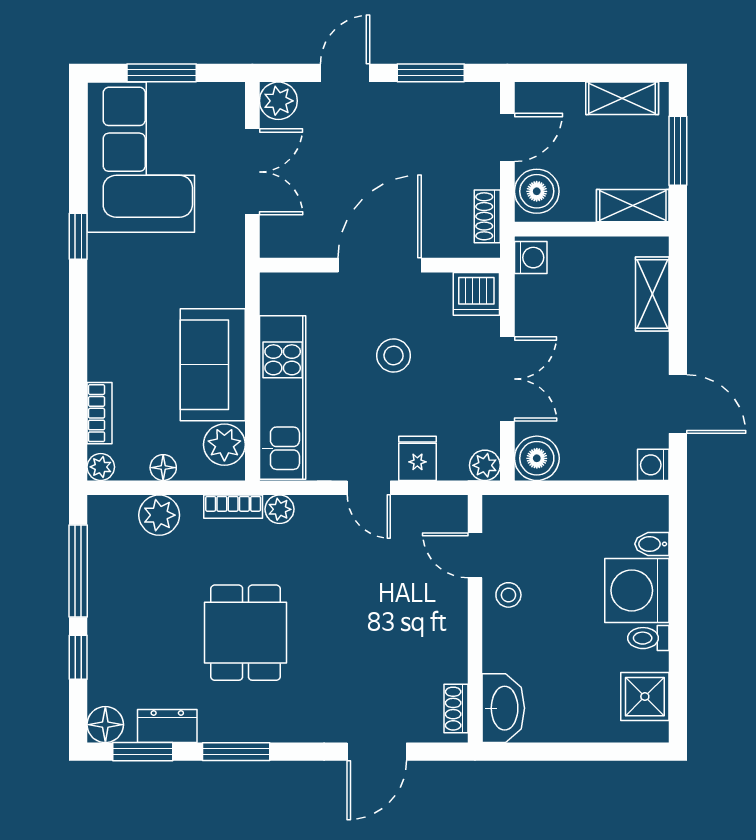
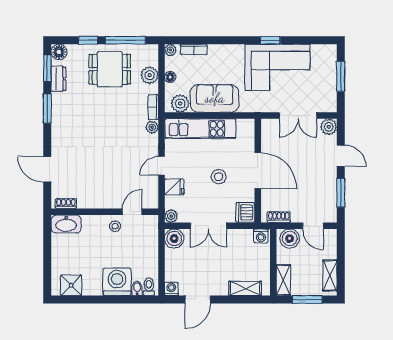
corner sofa: (141, 157) -> (277, 67), moved
dining table: (245, 633) -> (110, 69), moved
toilet: (648, 638) -> (149, 287), moved

